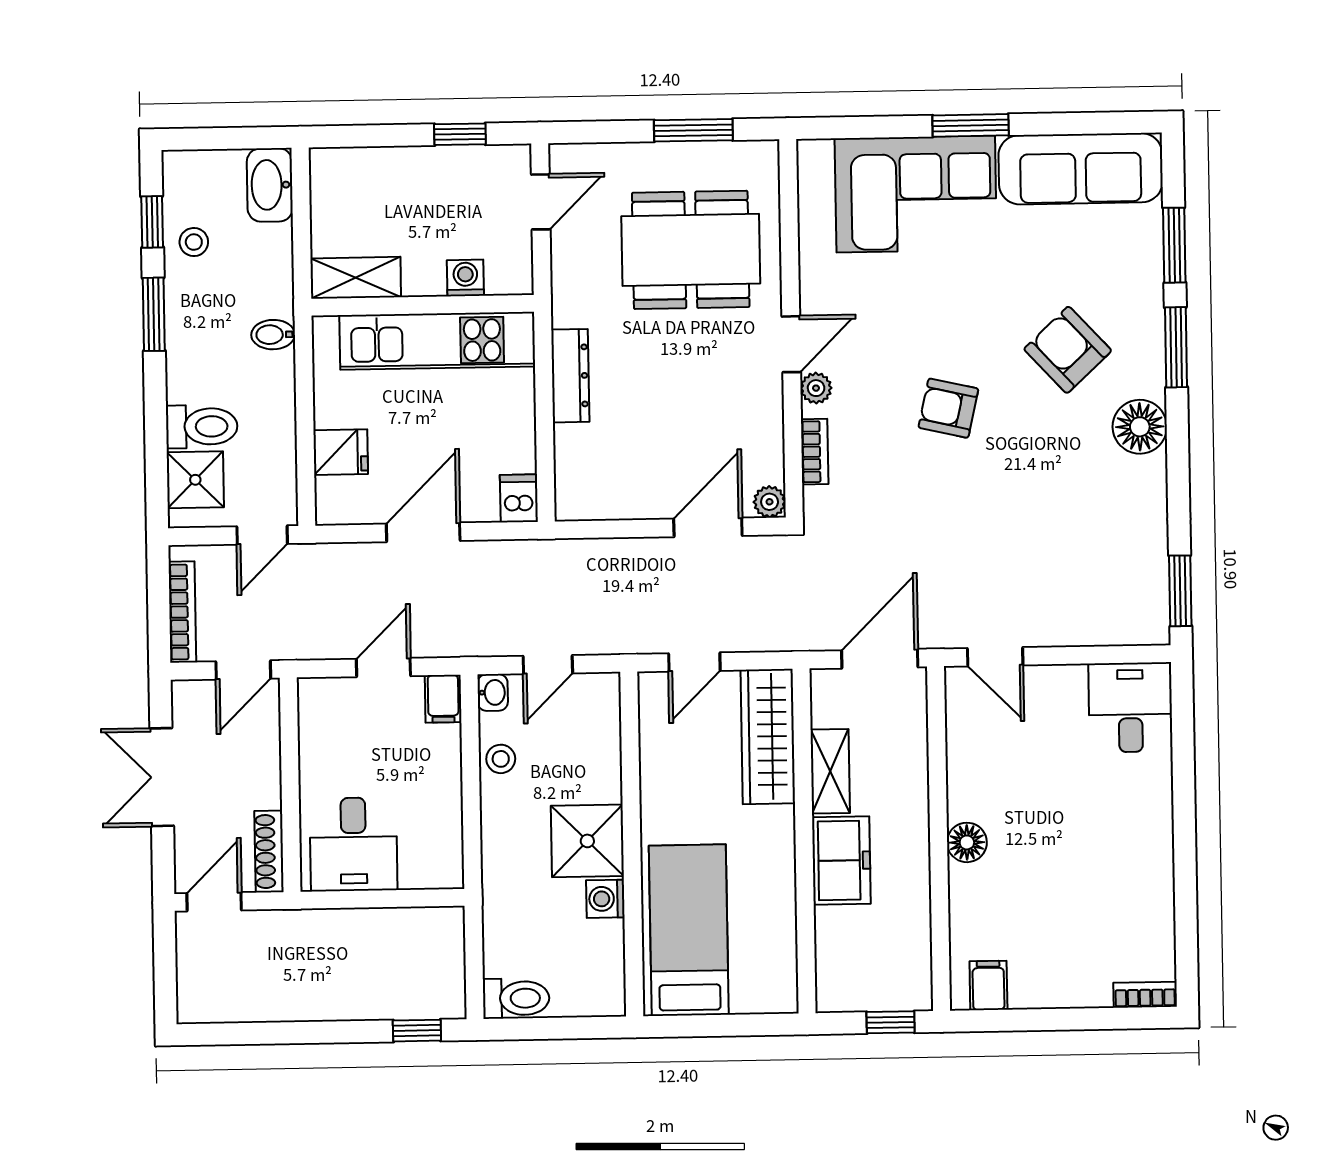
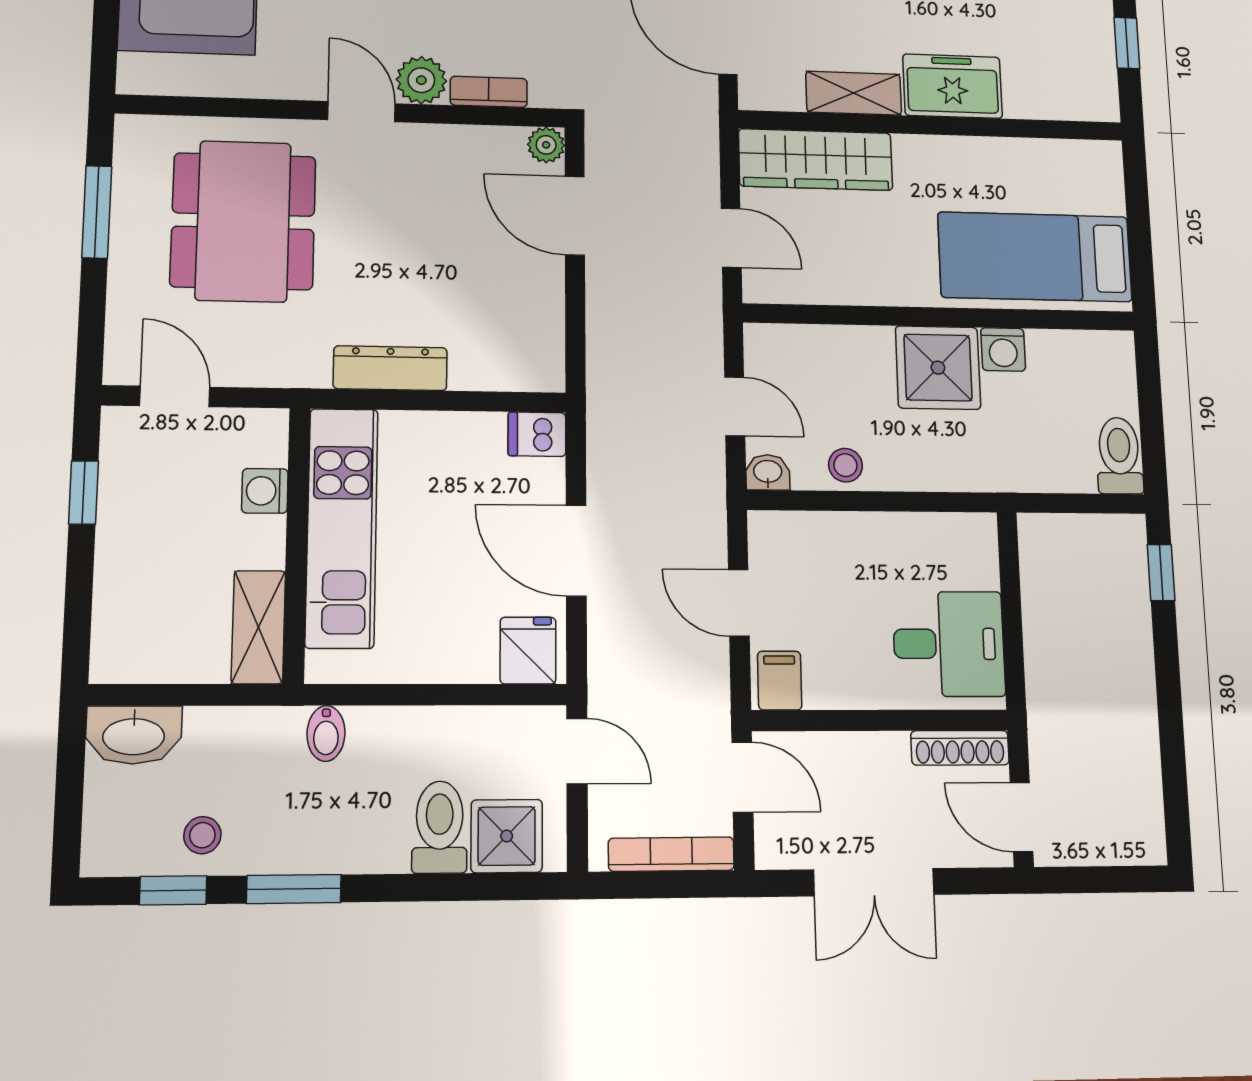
plant: (816, 388) -> (421, 80), width x1.38, depth x1.38
fridge: (341, 452) -> (528, 650), moved
filing cabinet: (443, 699) -> (780, 681), moved, turned -90

